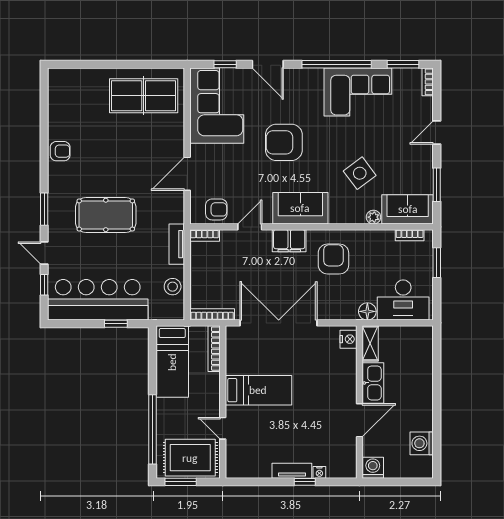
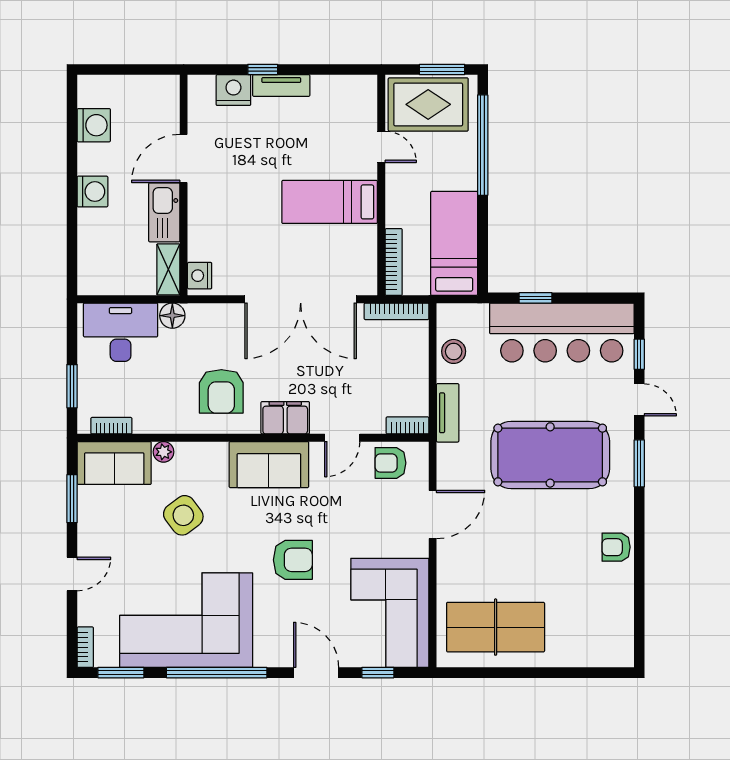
corner sofa: (358, 92) -> (186, 620), width x1.36, depth x1.36
armchair: (284, 142) -> (293, 560), width x0.73, depth x0.73
pool table: (106, 215) -> (550, 455), width x1.36, depth x1.32
washing machine: (373, 468) -> (92, 192), moved, turned -90
nightstand: (319, 472) -> (233, 90), width x1.89, depth x1.79

